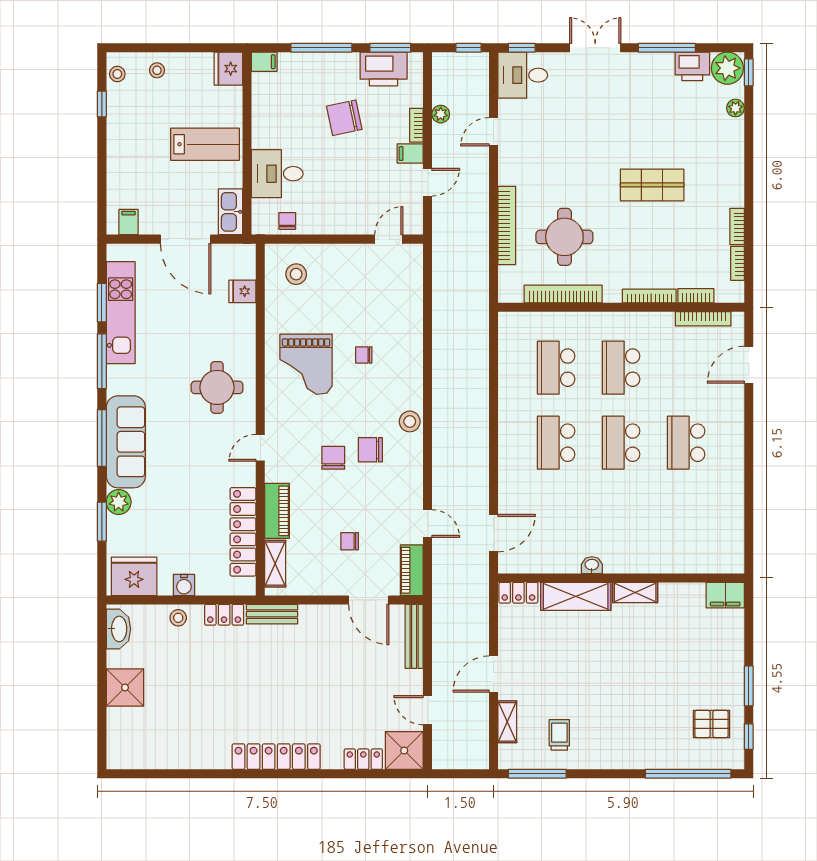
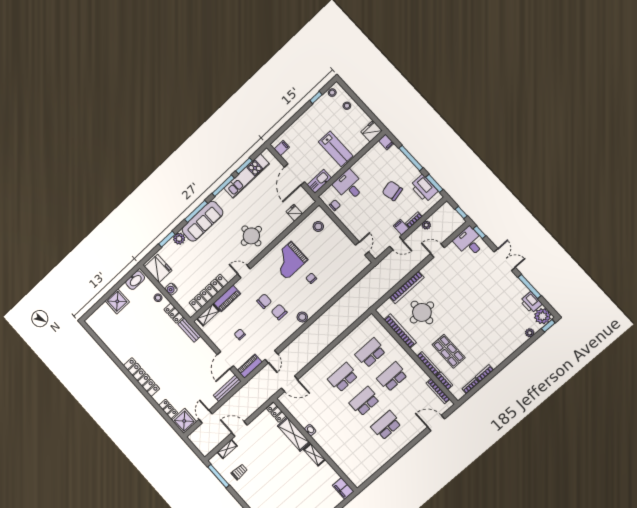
shop shelf: (652, 185) -> (449, 351), moved
door: (389, 239) -> (362, 249), hinge flipped

